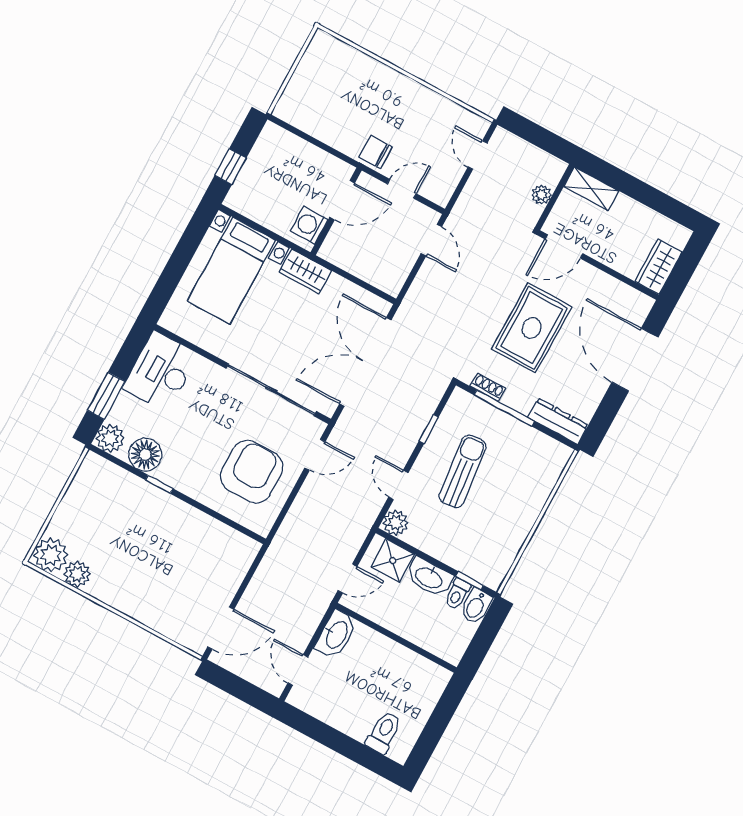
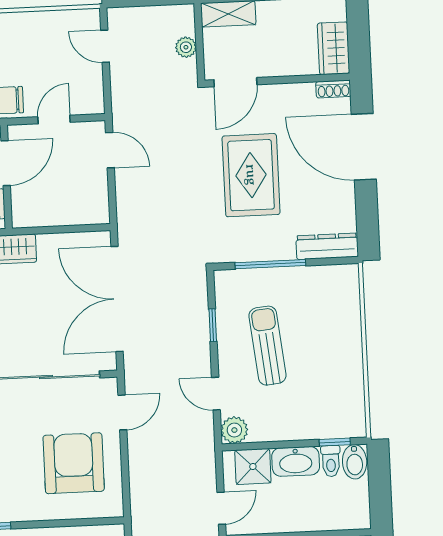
shoe rack: (488, 387) -> (333, 89), moved, turned 180

